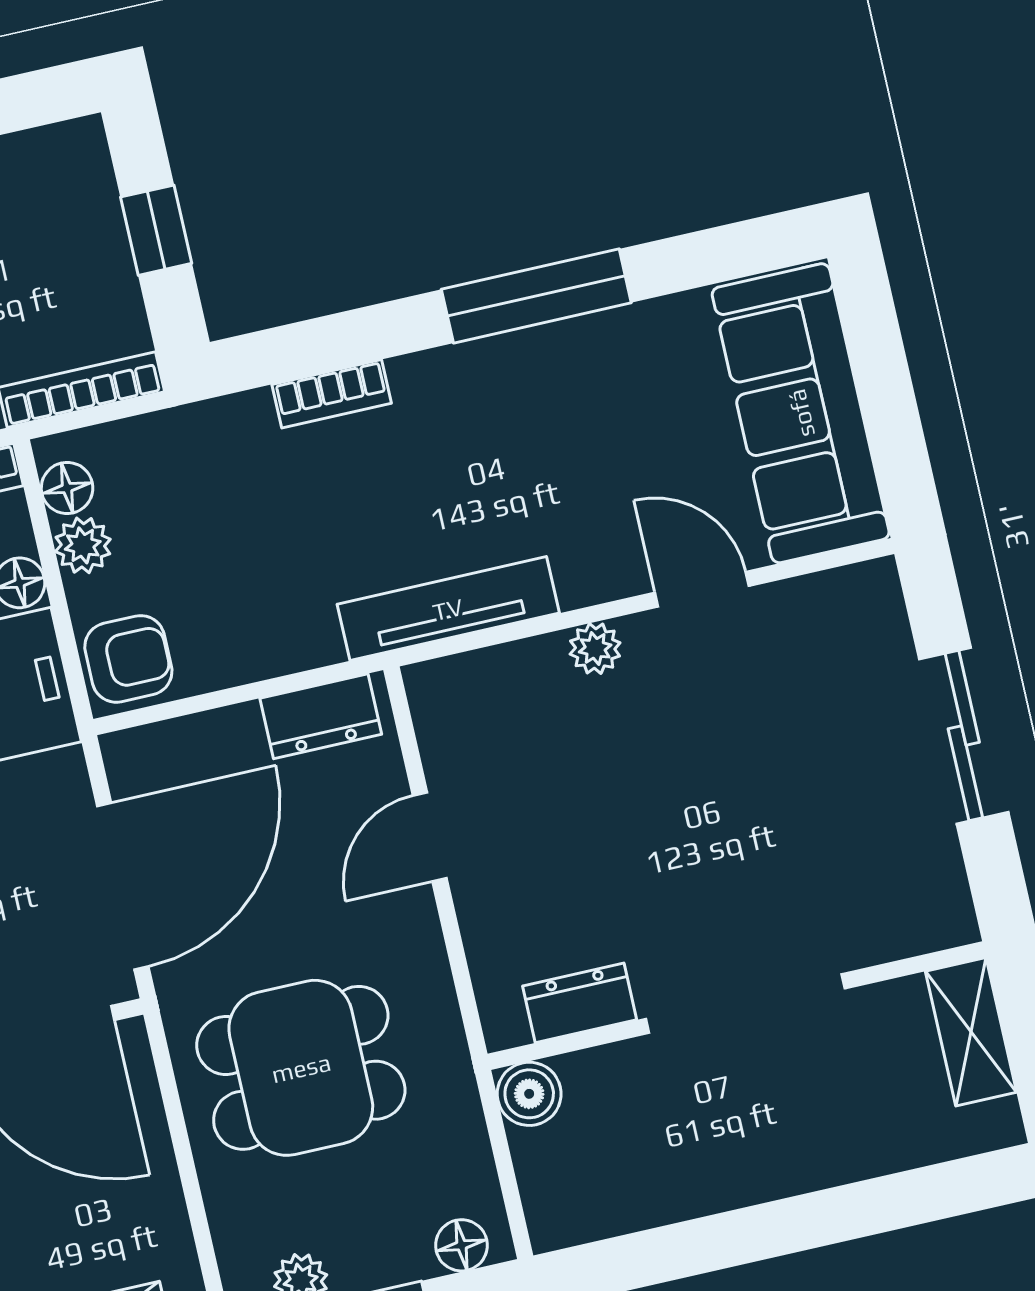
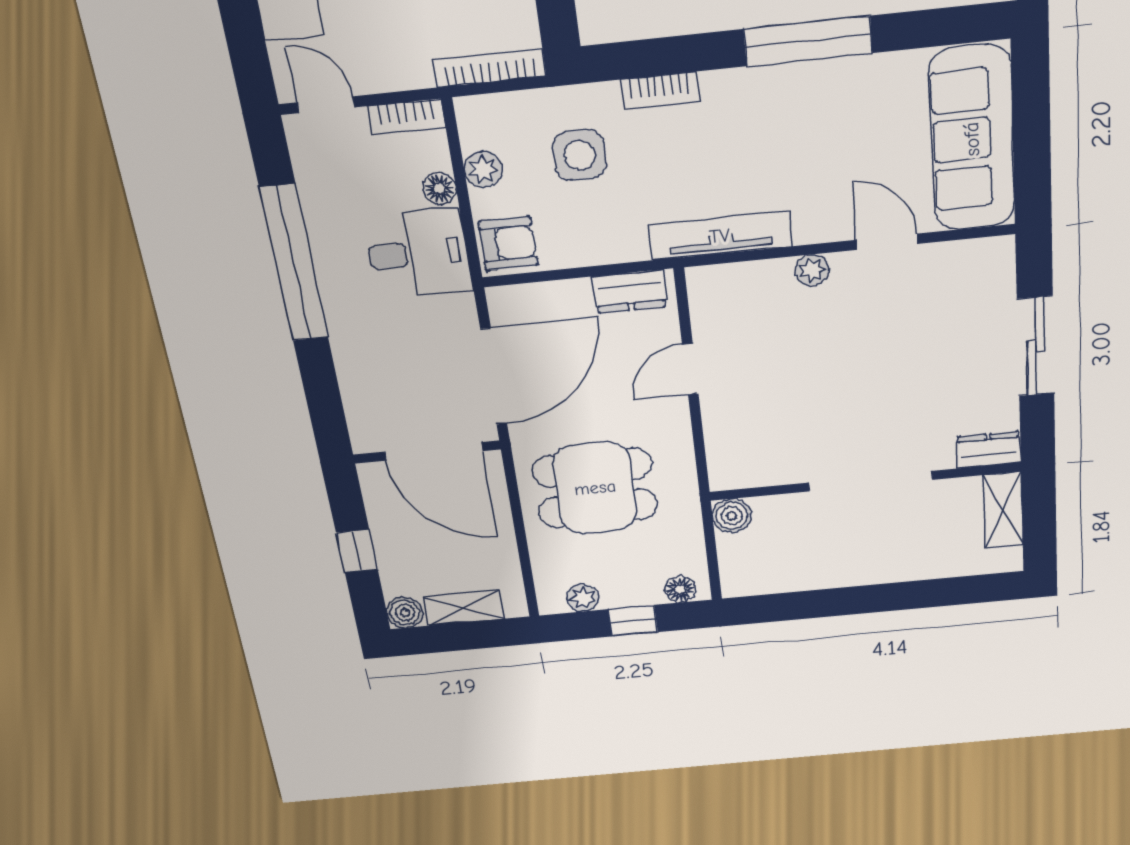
floor lamp: (67, 488) -> (475, 132), removed
side table: (224, 506) -> (579, 155), added
dresser: (580, 1003) -> (988, 450), moved

